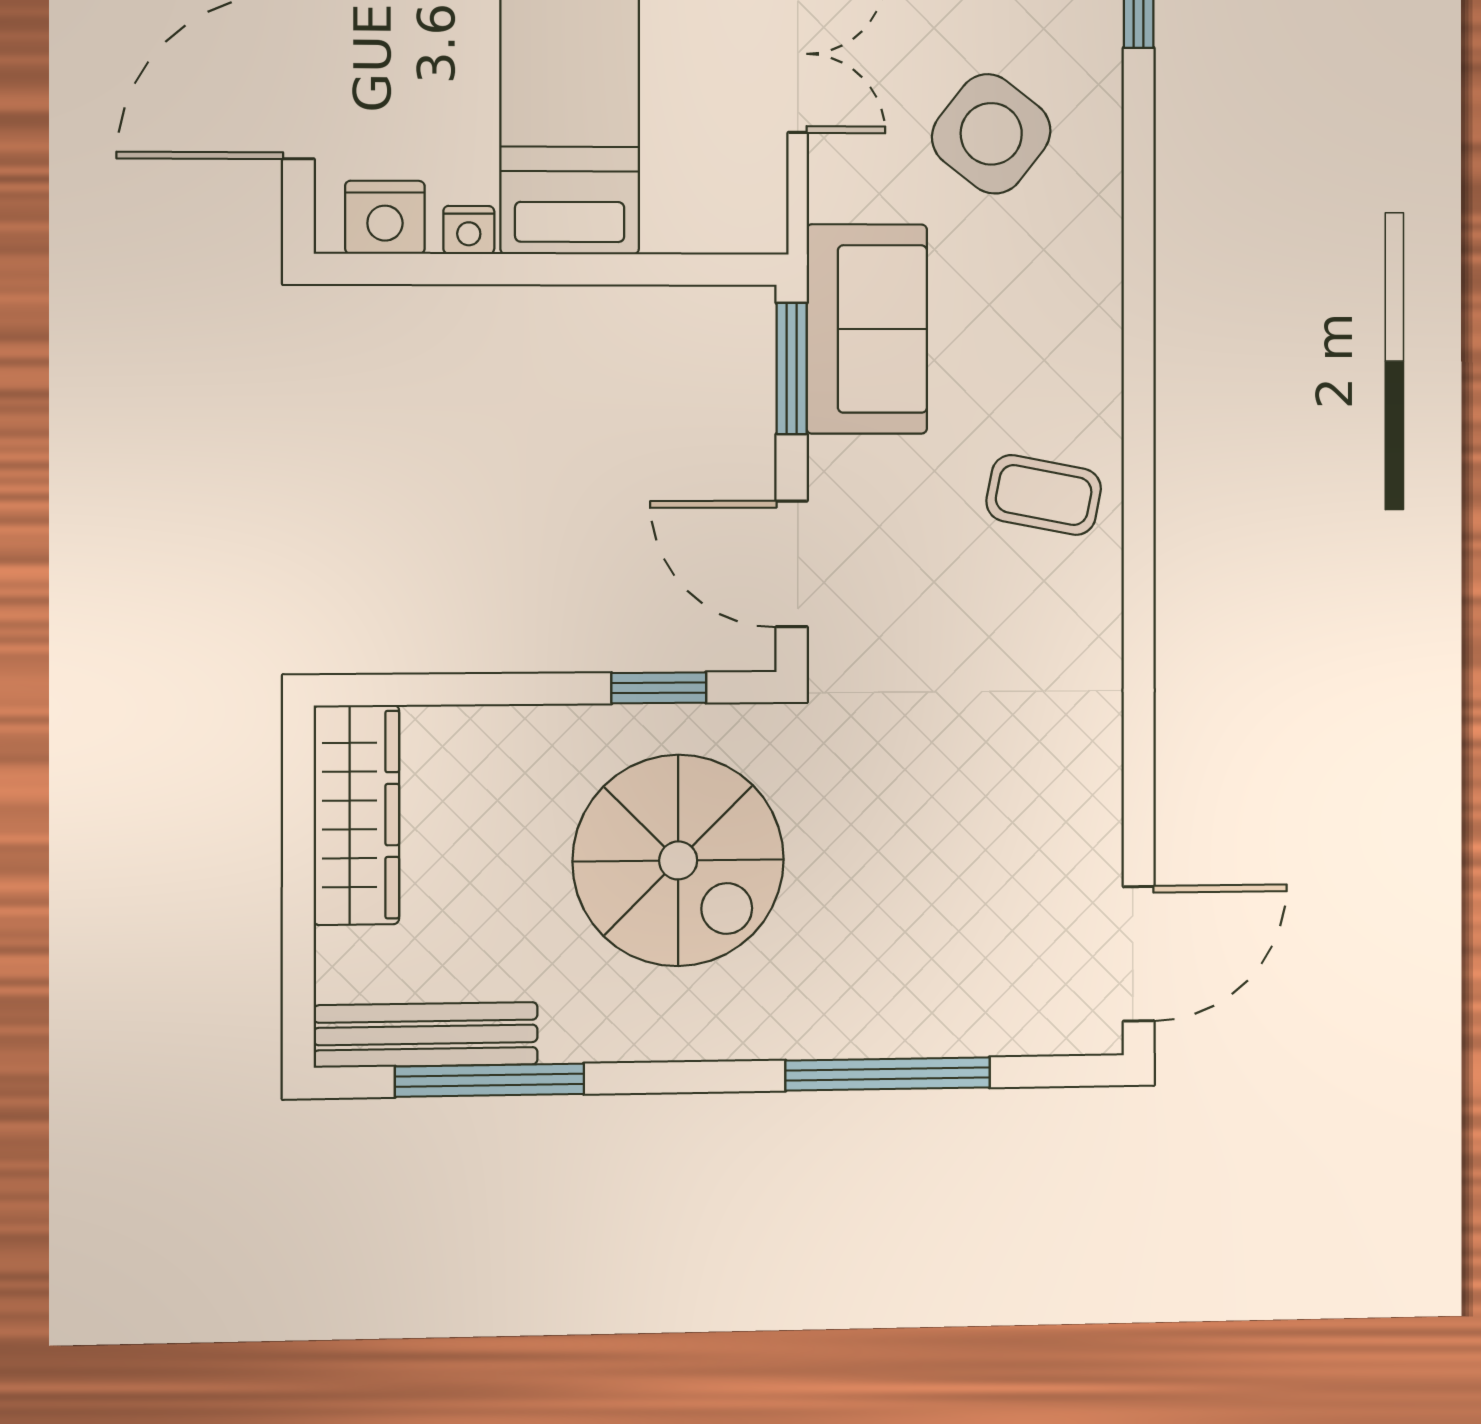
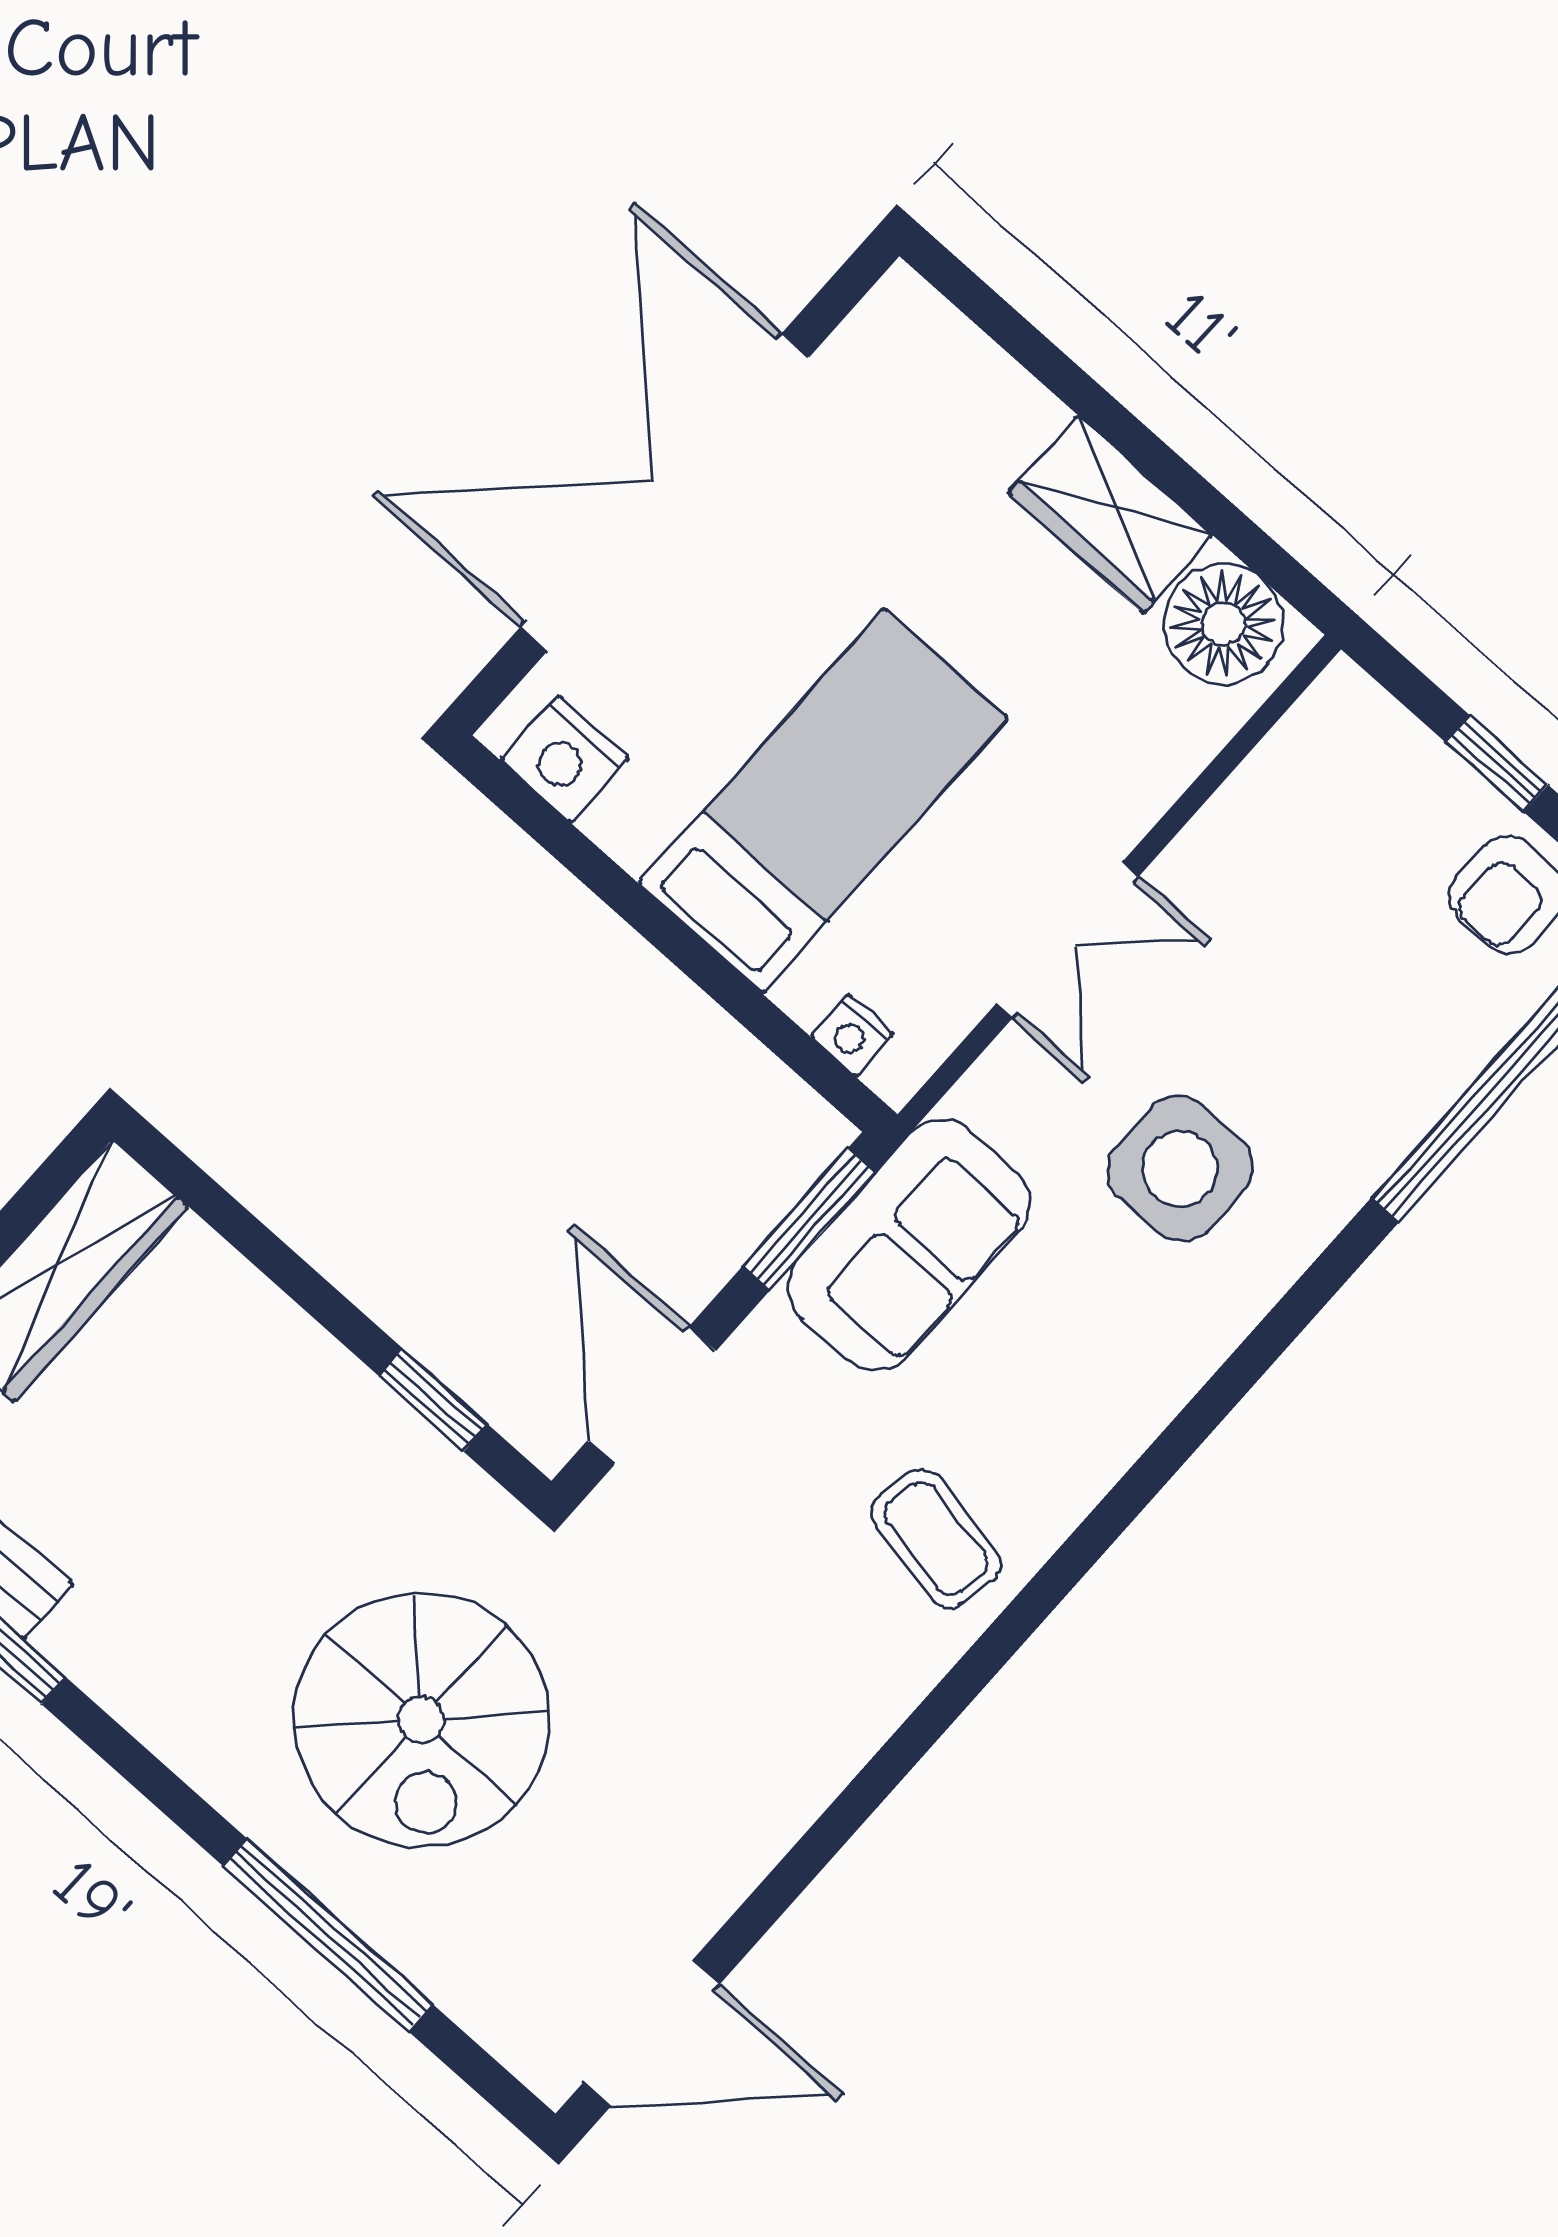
side table: (991, 134) -> (1180, 1169), turned -38
nightstand: (469, 230) -> (852, 1035), moved
spiral stairs: (678, 860) -> (421, 1720), moved

